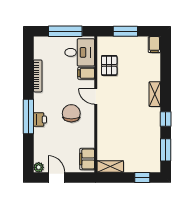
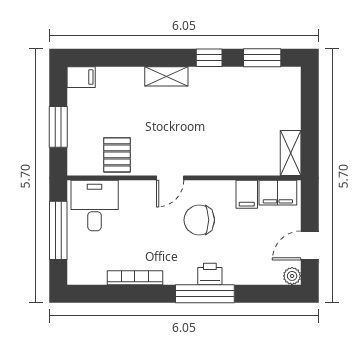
pallet: (109, 65) -> (117, 155), turned 90
filing cabinet: (86, 73) -> (247, 194), moved
window: (142, 178) -> (310, 98), removed

